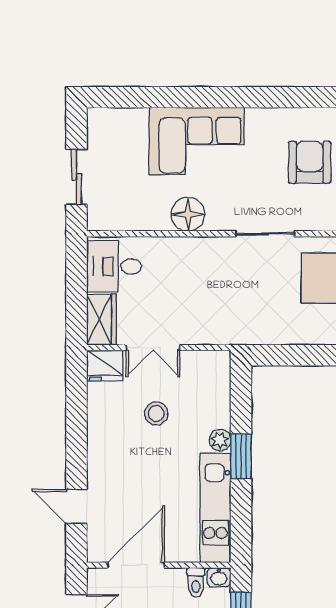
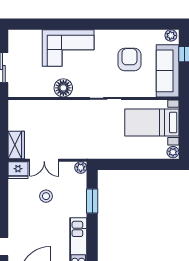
desk: (114, 266) -> (23, 116), removed
plant: (220, 440) -> (81, 168), moved
window: (241, 456) -> (92, 201), moved

